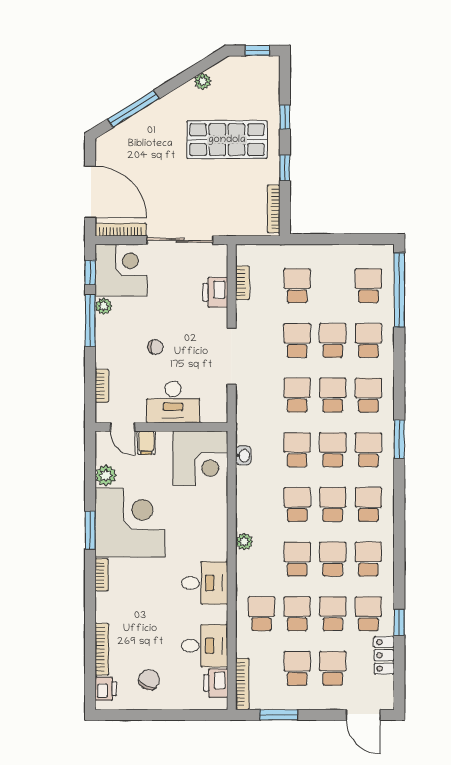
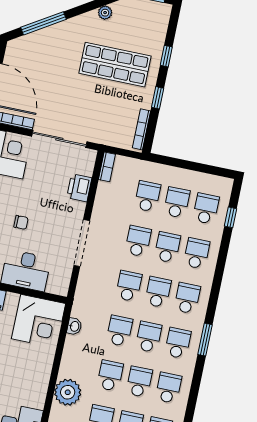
bookcase: (242, 283) -> (107, 167), moved
school desk: (333, 286) -> (177, 202), added
window: (399, 290) -> (230, 217), width x0.32
plant: (244, 542) -> (68, 392), width x1.87, depth x1.87

